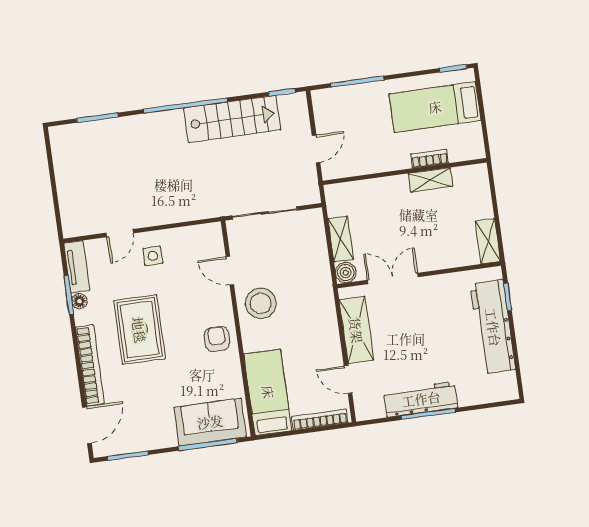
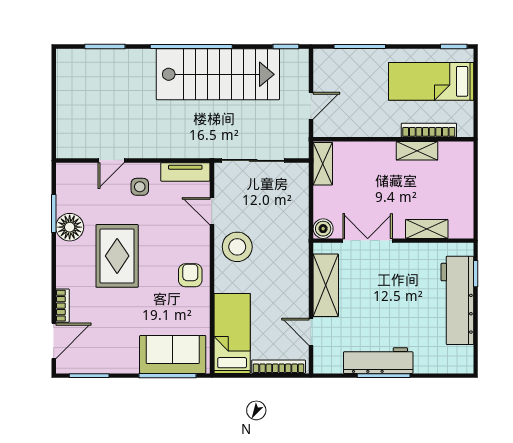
stairs: (232, 119) -> (218, 74), width x1.36, depth x1.51
bookcase: (429, 159) -> (429, 130), width x1.56
shelving: (341, 239) -> (323, 164), moved
shelving: (488, 241) -> (427, 229), moved, turned 90
tv unit: (77, 267) -> (185, 172), moved, turned 90
floor lamp: (79, 301) -> (70, 227), width x1.89, depth x1.89
bookcase: (90, 365) -> (62, 306), width x0.43, depth x0.76

